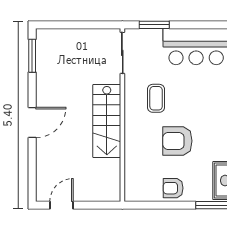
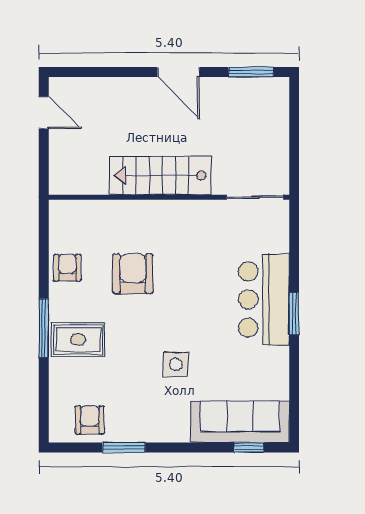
window: (154, 25) -> (294, 314), moved
coffee table: (156, 98) -> (192, 244), removed
door: (32, 123) -> (179, 72), moved

